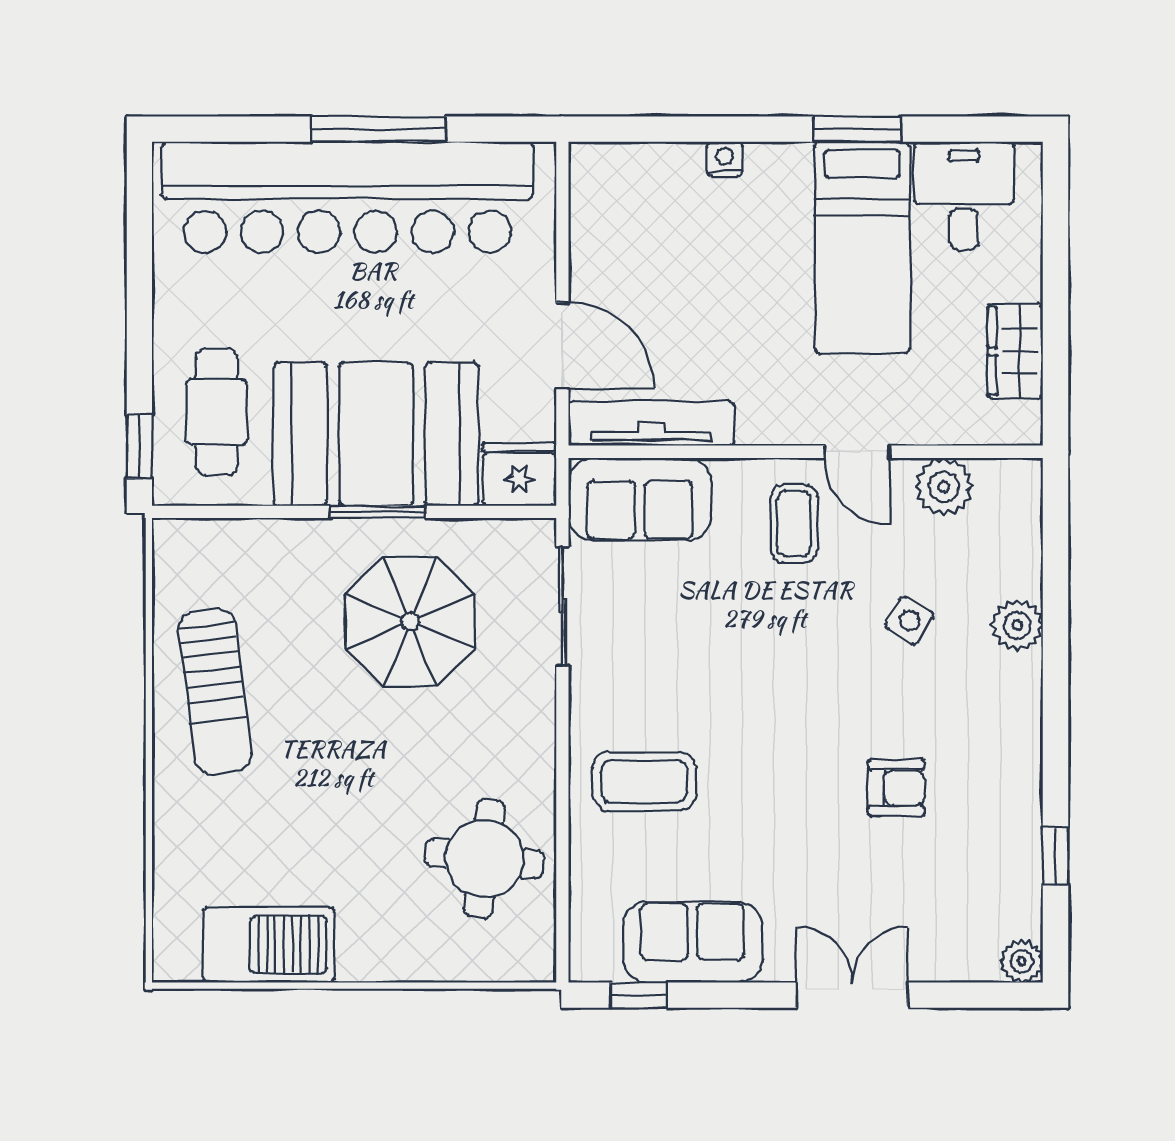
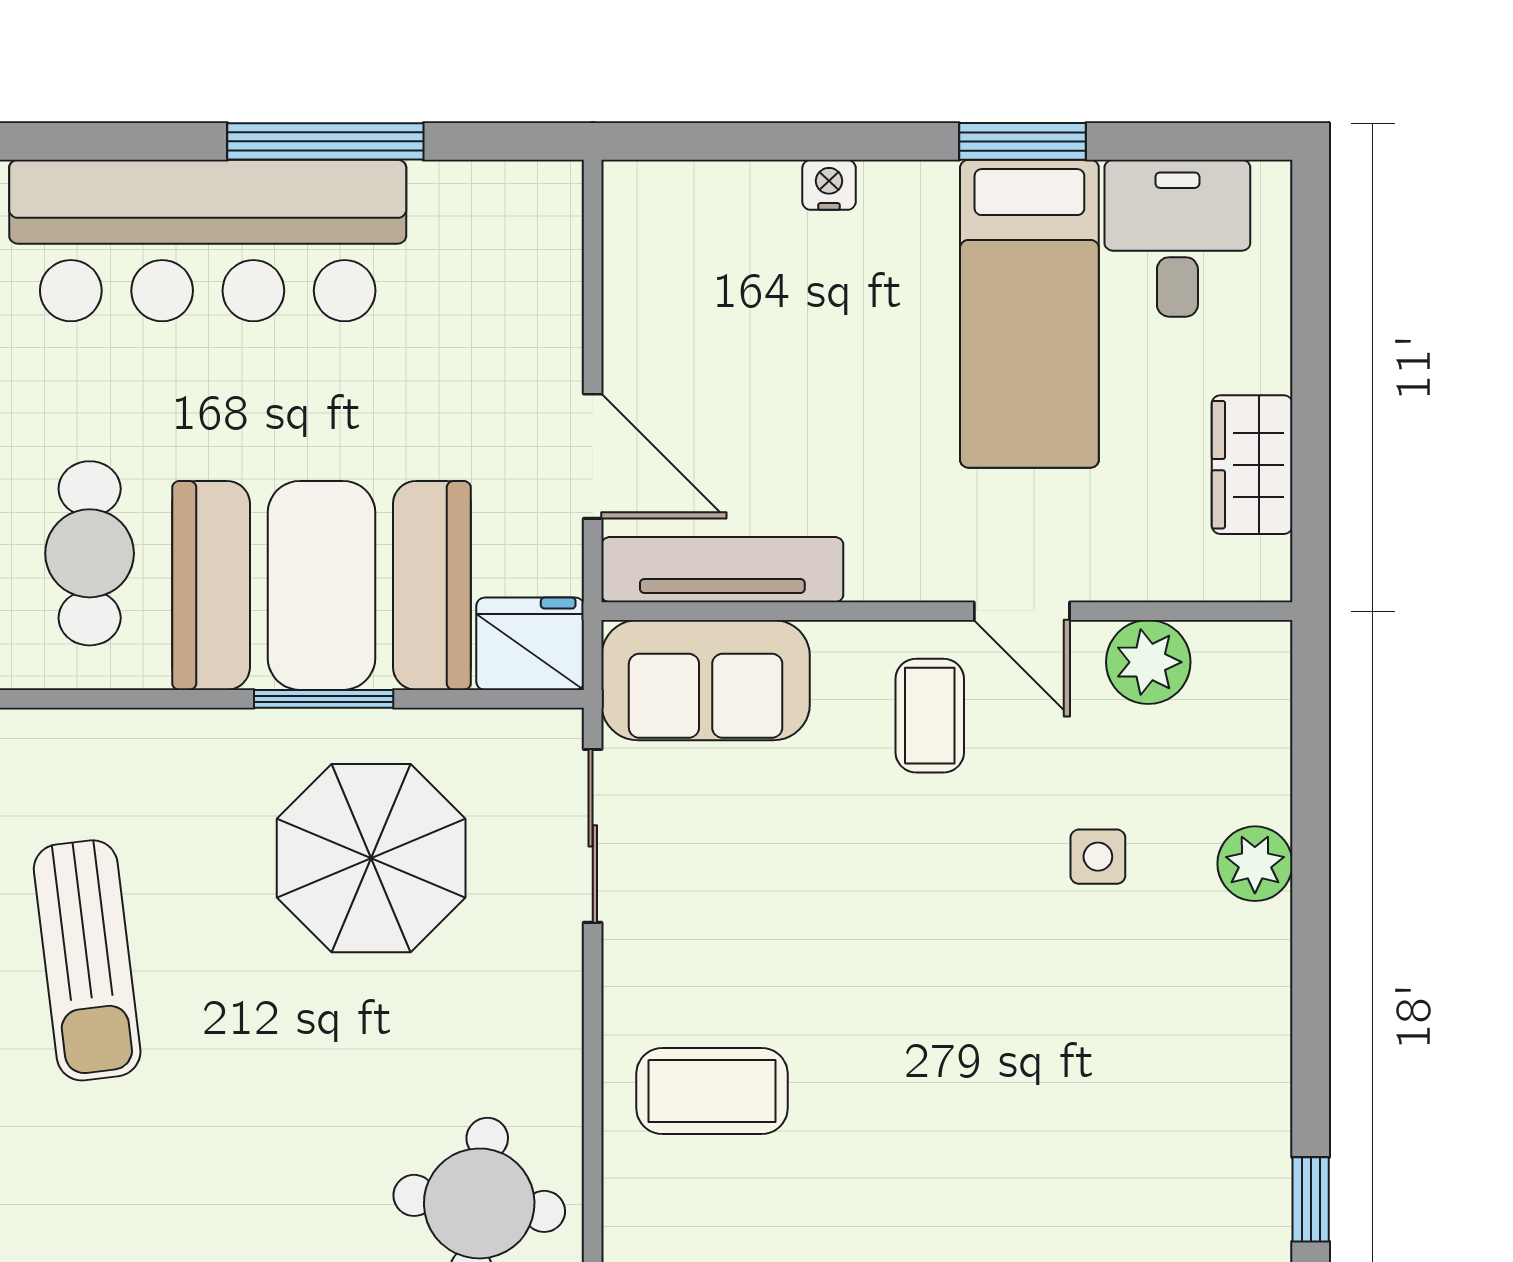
bar counter: (347, 197) -> (208, 241), width x0.73
side table: (909, 620) -> (1098, 857), turned -31
armchair: (896, 788) -> (1079, 1100), removed

